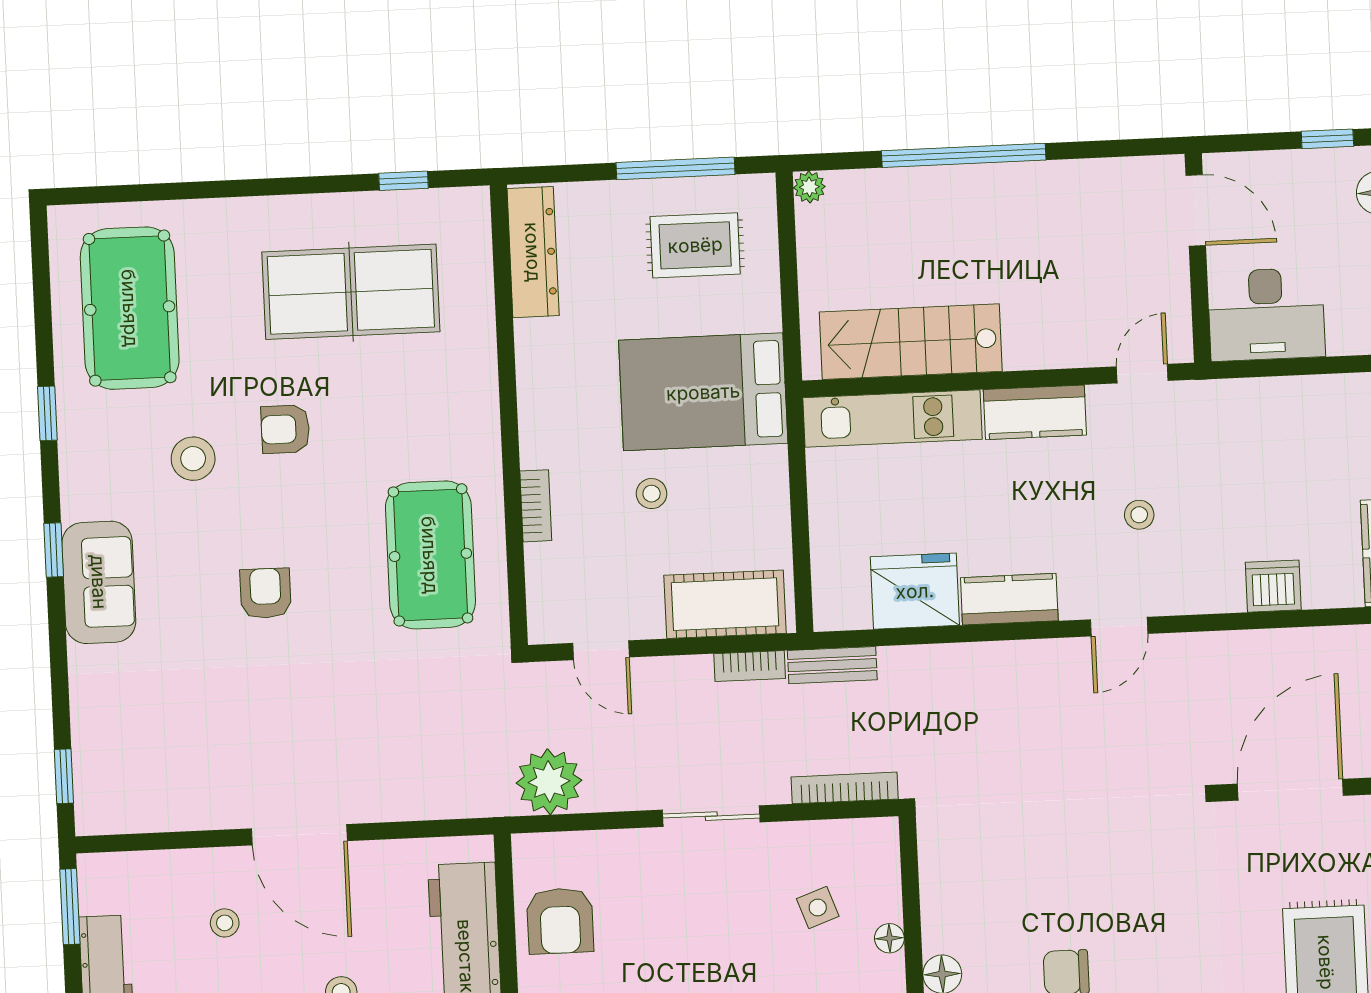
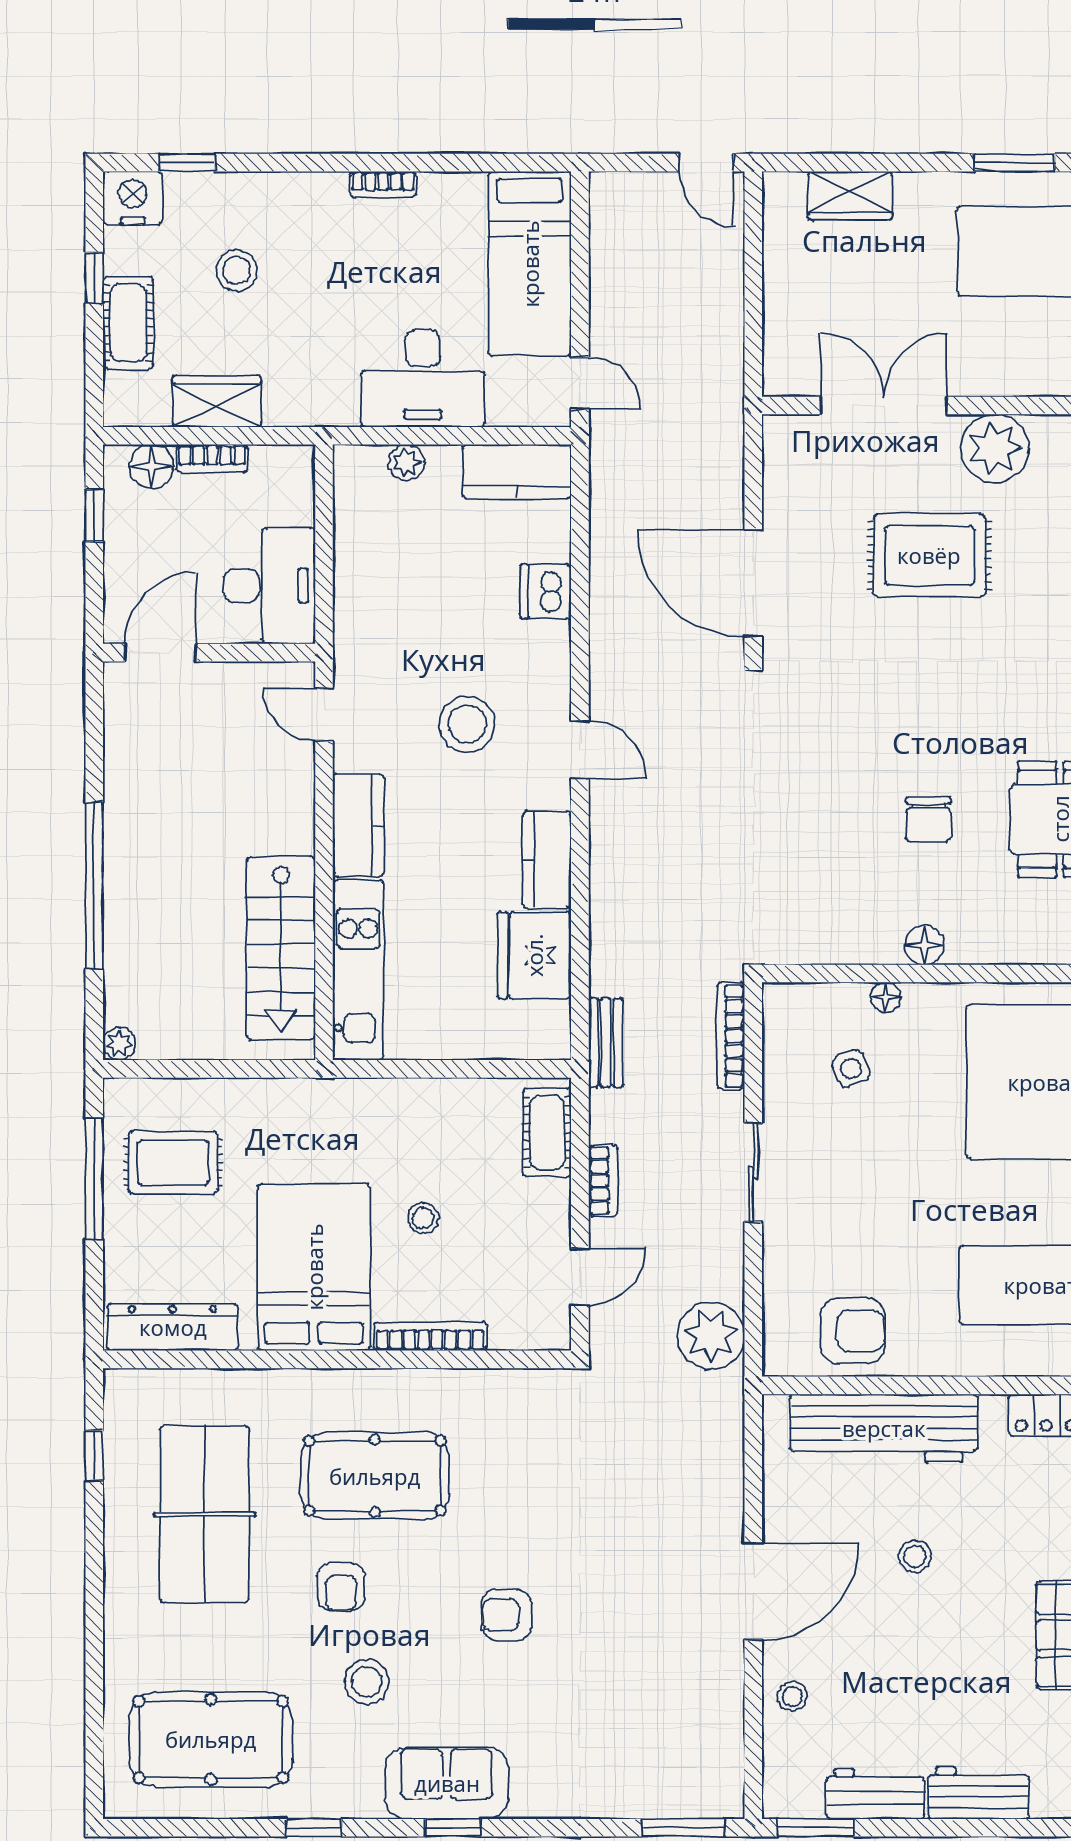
rug: (695, 245) -> (173, 1162), turned 90
bed: (703, 392) -> (314, 1267), moved, turned 180
bookcase: (536, 506) -> (430, 1336), width x1.56
stool: (1139, 515) -> (467, 724), width x1.89, depth x1.89
pool table: (430, 555) -> (375, 1476), moved
sofa: (99, 582) -> (447, 1783), moved
cot: (725, 604) -> (547, 1132), width x0.73, depth x0.75
bookcase: (750, 666) -> (603, 1181), moved
window: (64, 776) -> (683, 1828), width x1.50
stool: (225, 923) -> (792, 1696), moved

